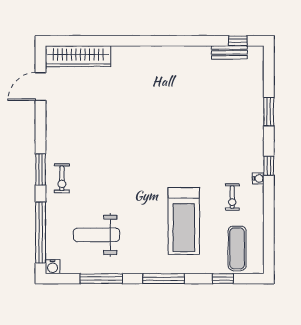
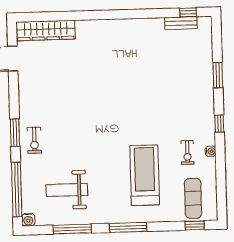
water cooler: (258, 178) -> (211, 151), moved
treadmill: (184, 221) -> (145, 175), turned 180
window: (223, 279) -> (195, 225), moved

